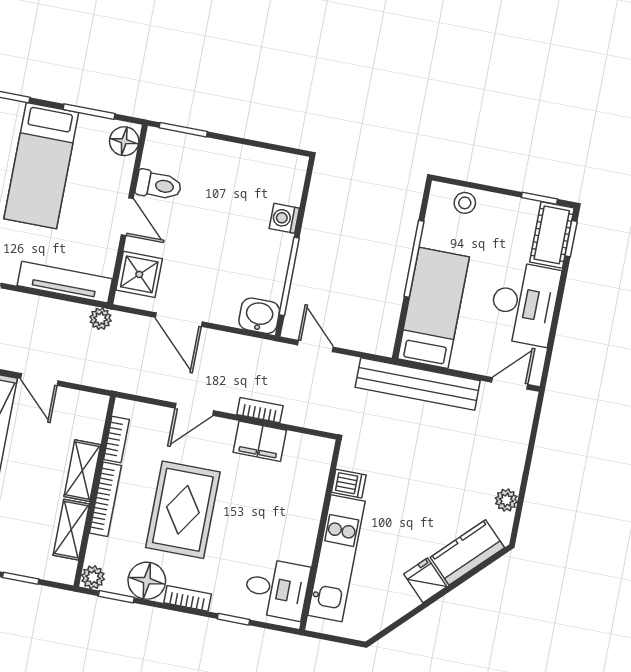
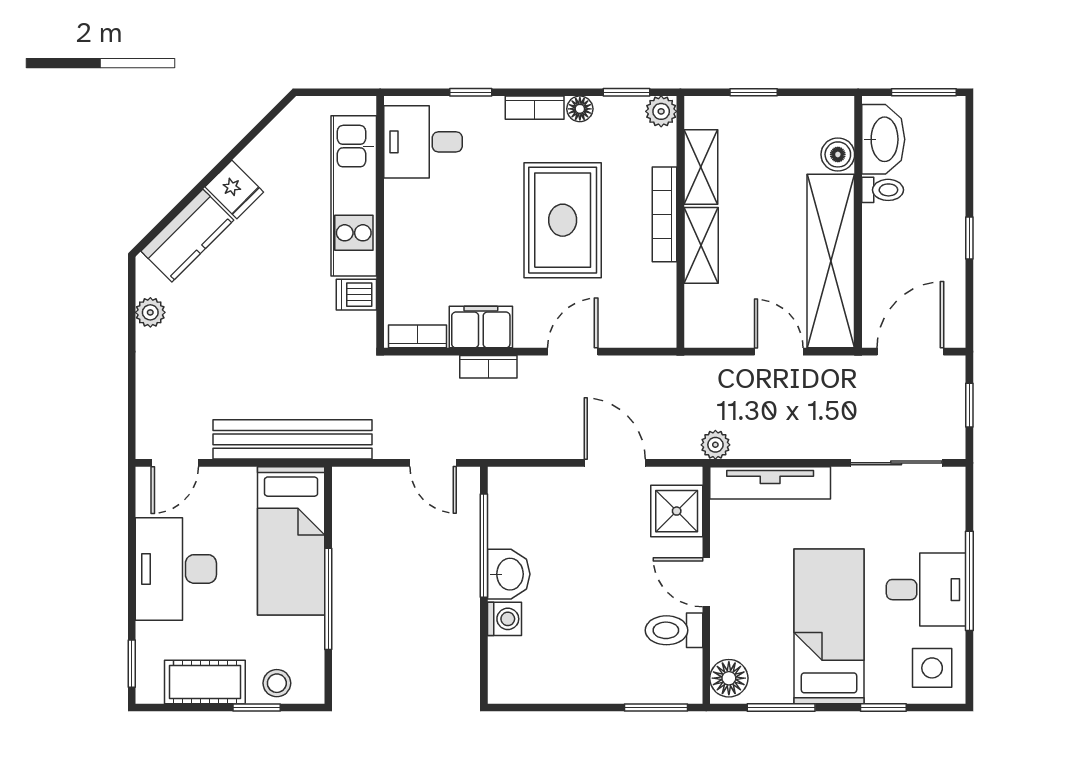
window: (539, 198) -> (257, 707), moved
cot: (552, 235) -> (205, 682), moved, turned 90
washbasin: (259, 316) -> (509, 574), moved, turned -90
bookcase: (116, 439) -> (418, 336), moved, turned 90
floor lamp: (147, 581) -> (580, 109), width x0.53, depth x0.53

